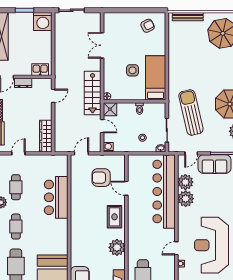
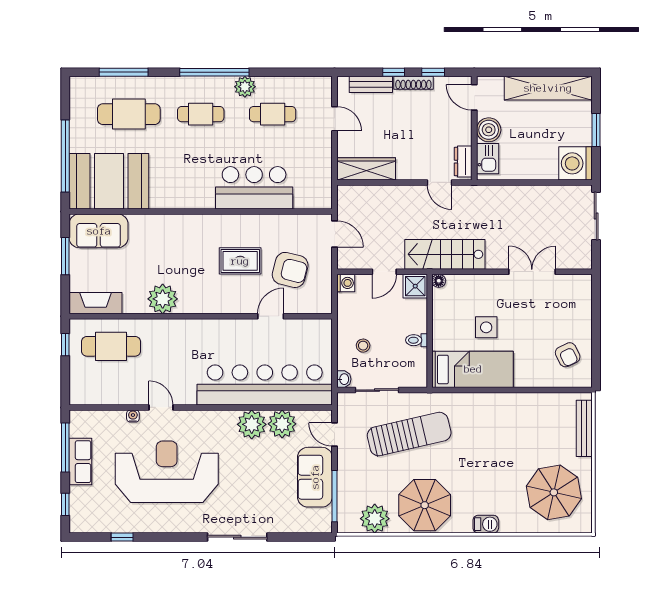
boiler: (24, 69) -> (489, 130), added
dresser: (23, 83) -> (463, 162), moved
armchair: (101, 178) -> (290, 270), turned 104
rug: (115, 217) -> (240, 261), moved

